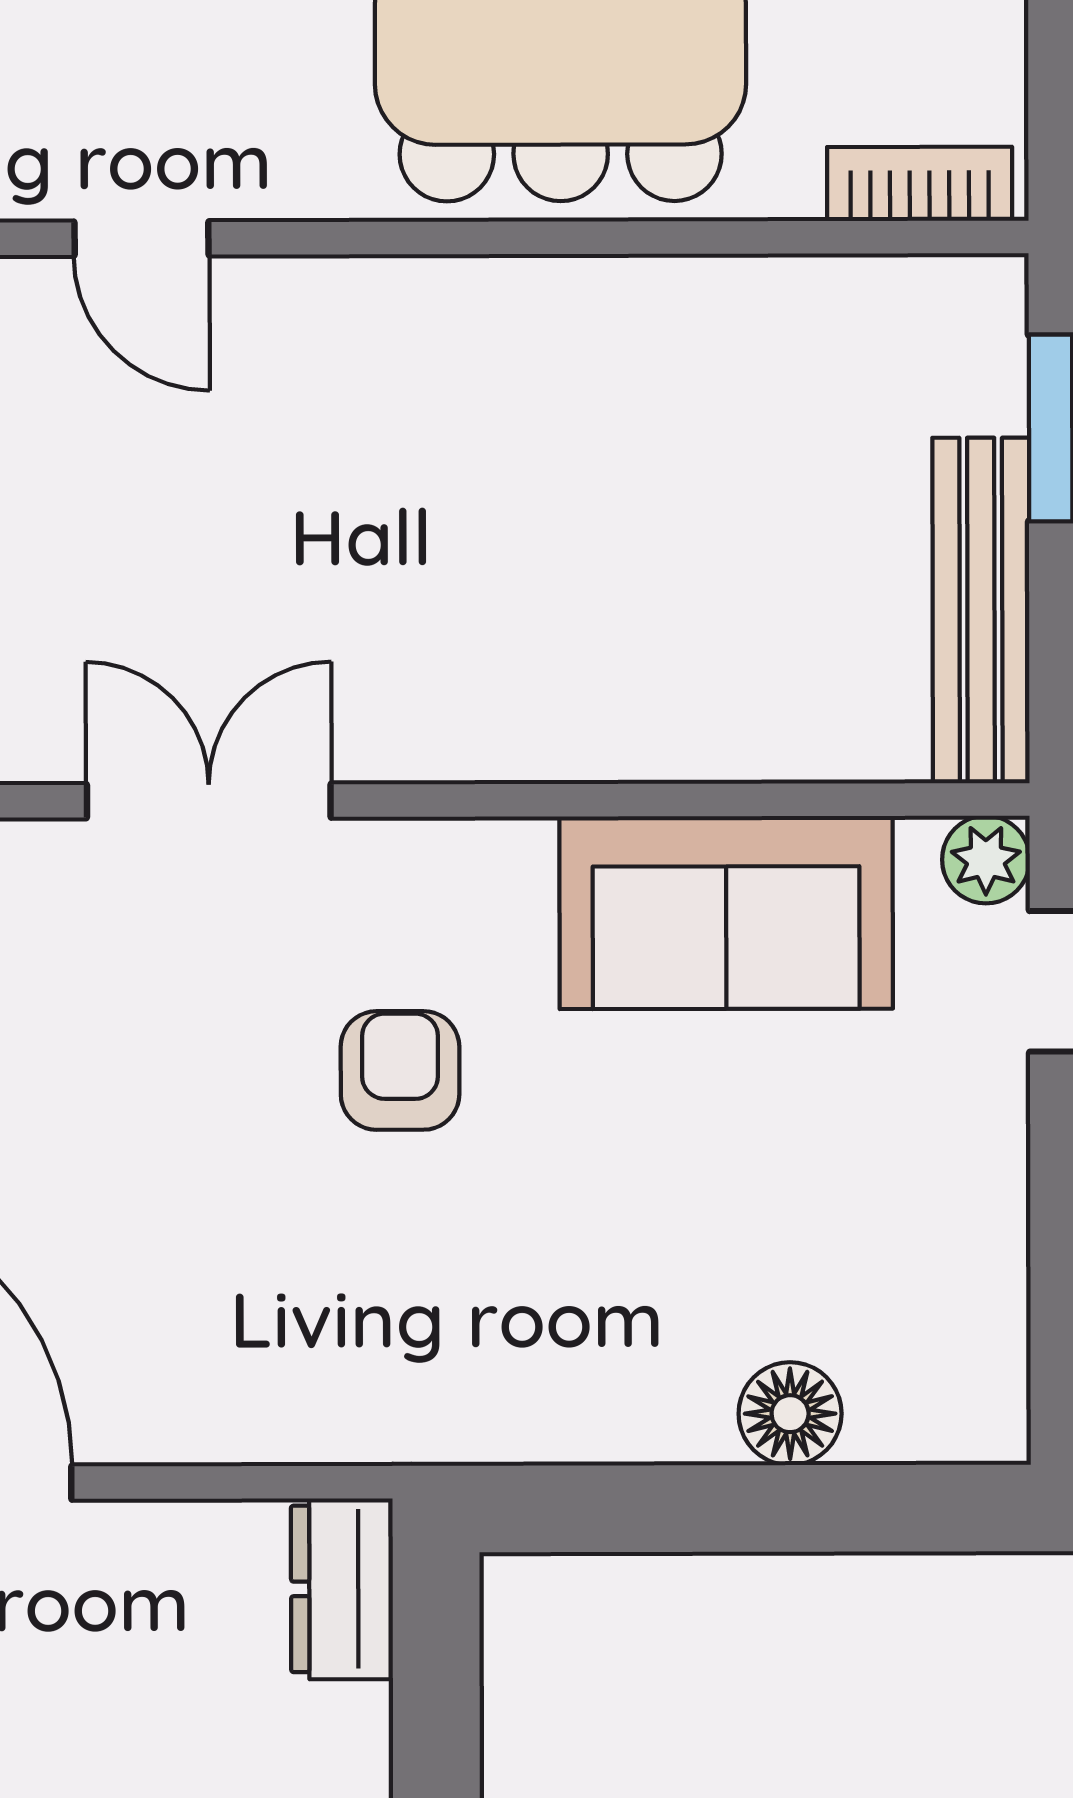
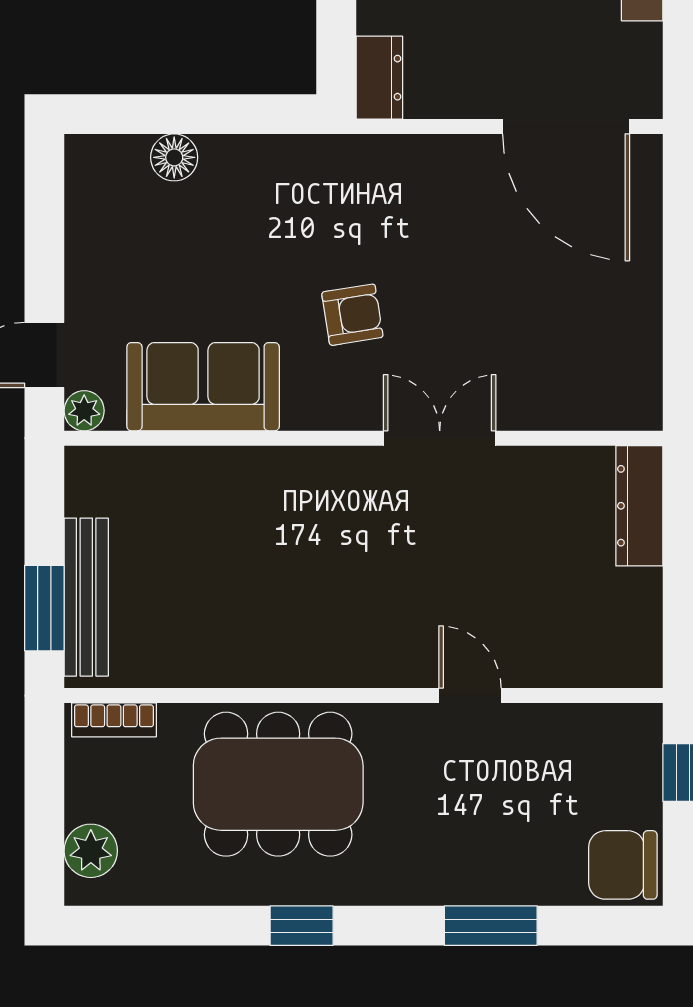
bench: (981, 610) -> (86, 597), moved
double door: (209, 801) -> (440, 438), swing flipped
armchair: (400, 1070) -> (352, 315), turned -99

